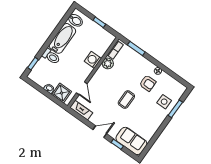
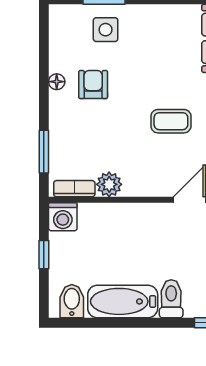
washing machine: (93, 60) -> (63, 217), moved
coffee table: (126, 100) -> (171, 121), moved

